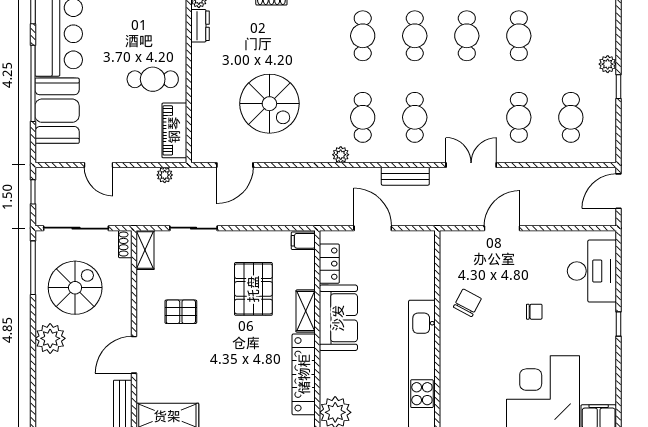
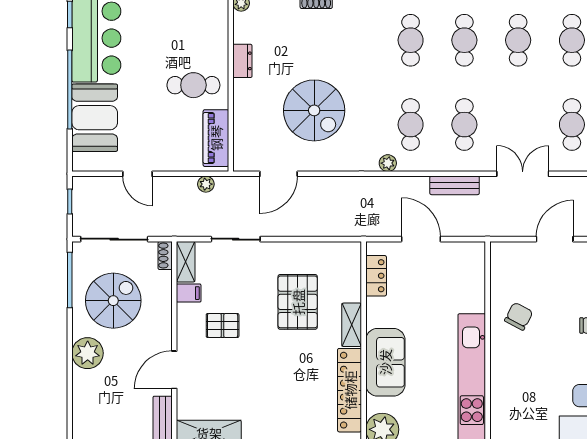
dresser: (200, 26) -> (242, 61), moved
filing cabinet: (303, 241) -> (189, 293), moved, turned 180
sofa: (338, 318) -> (385, 362), moved

